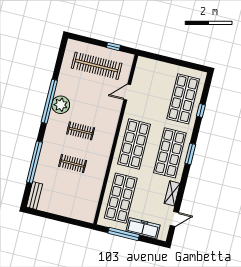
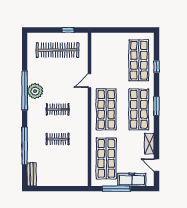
door: (127, 92) -> (90, 81), moved
door: (174, 219) -> (156, 165), swing flipped

